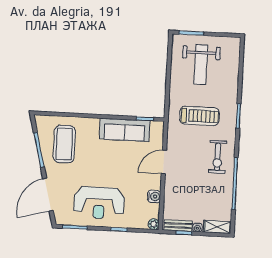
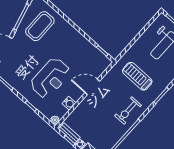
treadmill: (199, 116) -> (137, 76), turned 180
sofa: (125, 130) -> (84, 47), removed
reception desk: (99, 203) -> (50, 78), moved, turned -90

